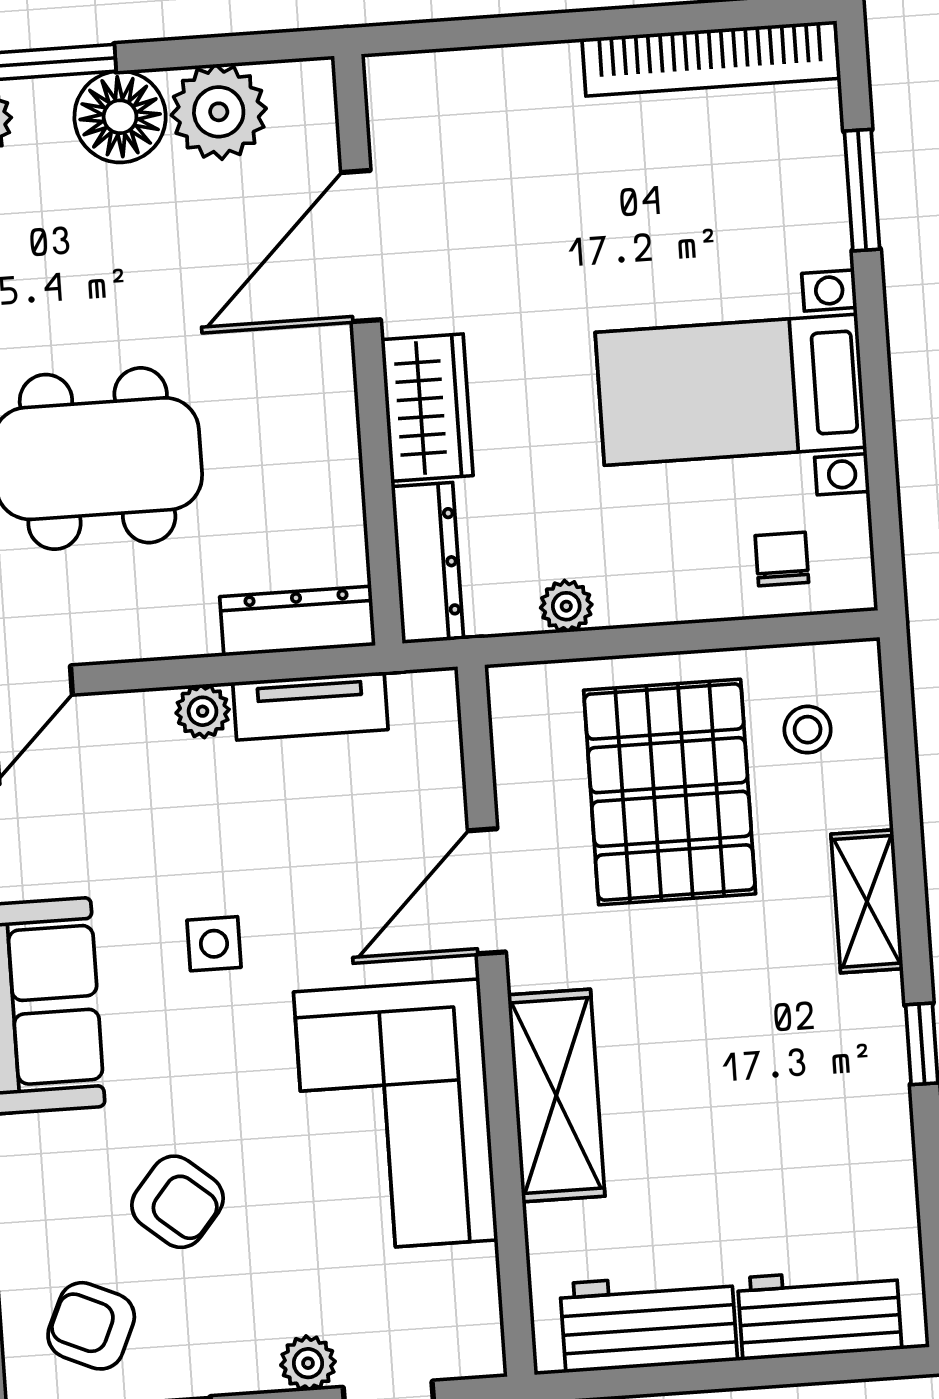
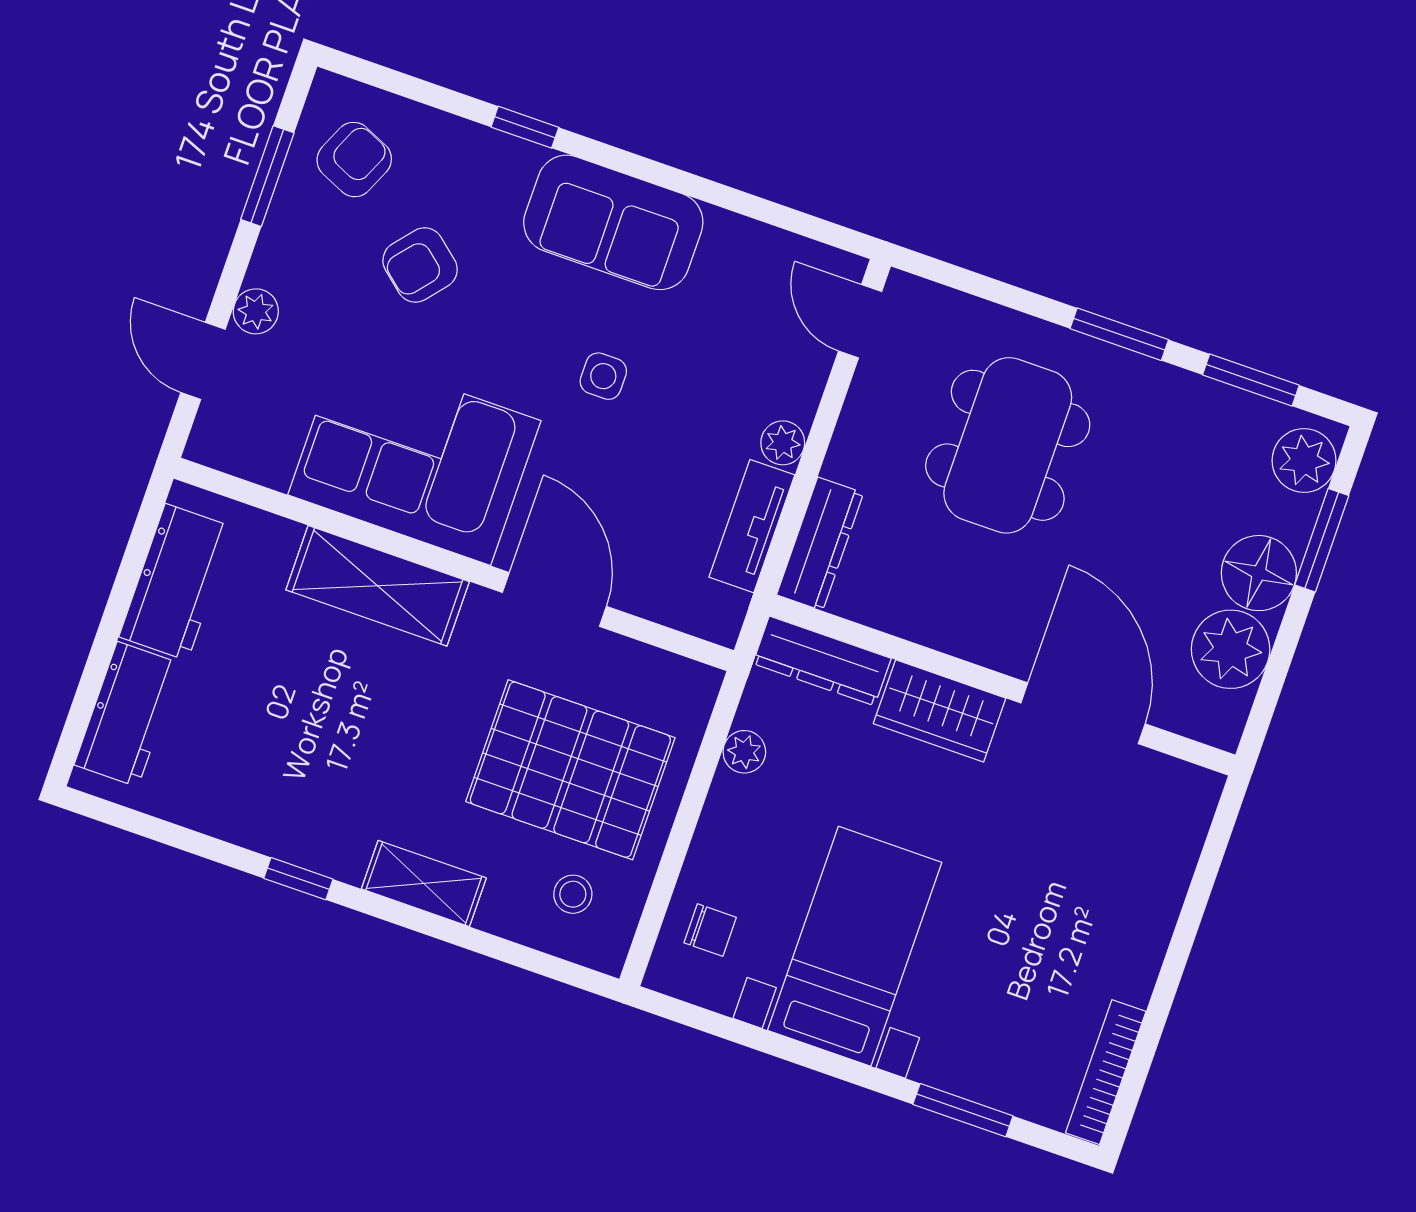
bookcase: (711, 59) -> (1106, 1072), width x0.68, depth x0.76

